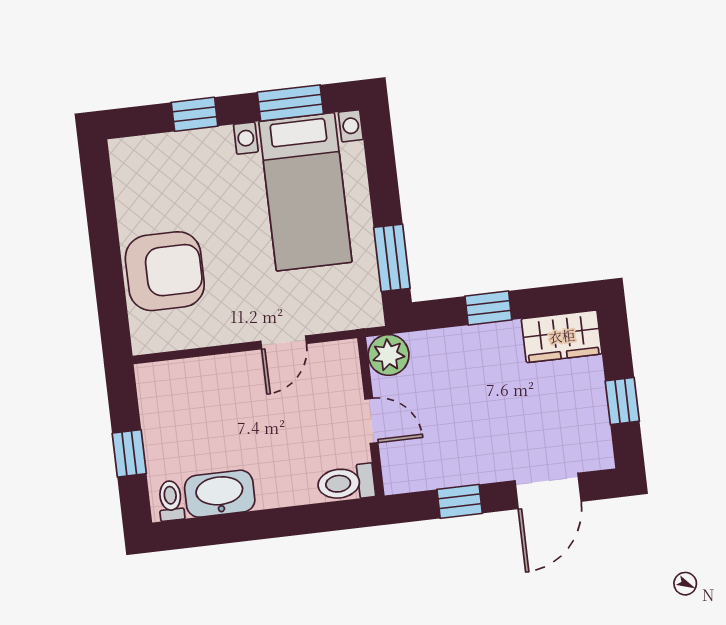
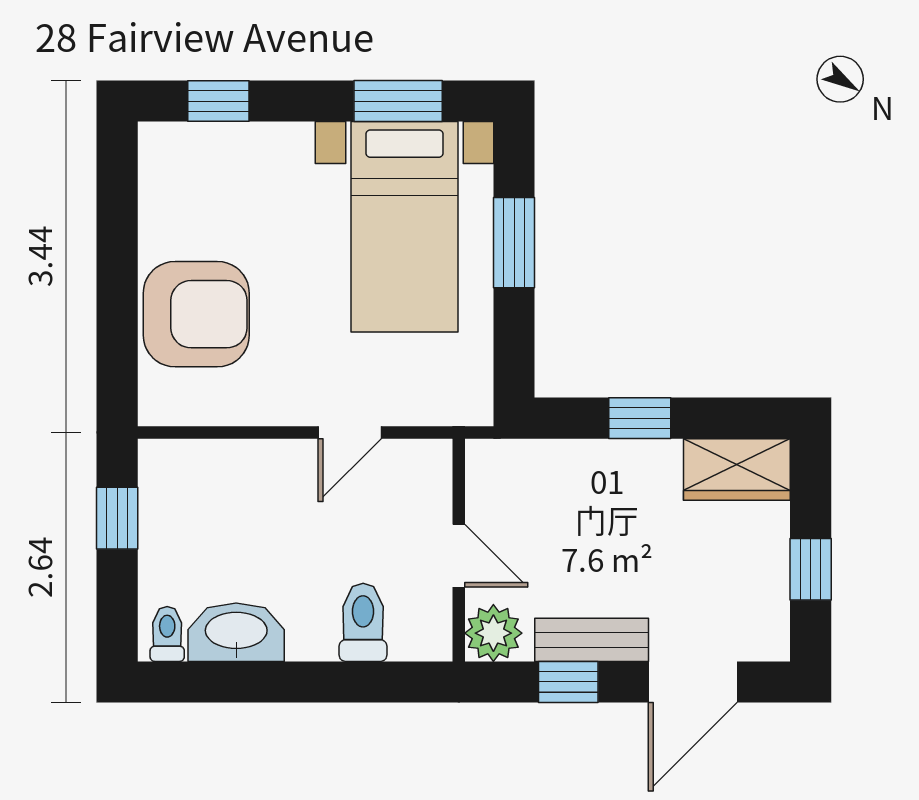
window: (195, 114) -> (218, 101), moved
window: (392, 258) -> (514, 243), moved
plant: (389, 355) -> (493, 633), moved
window: (129, 453) -> (117, 518), moved
bench: (473, 469) -> (592, 640), added
toilet: (346, 483) -> (363, 622), moved, turned 90

